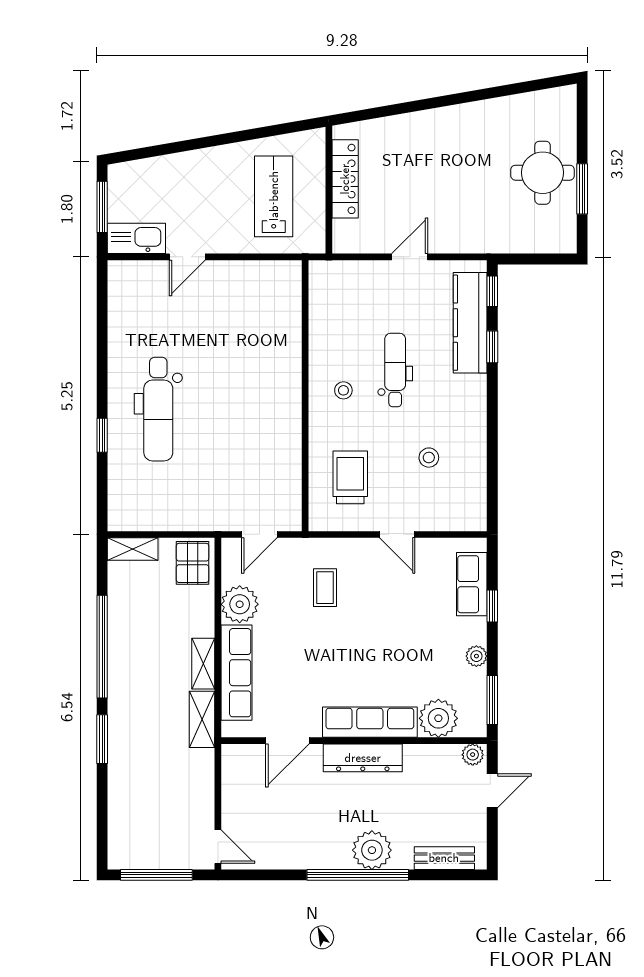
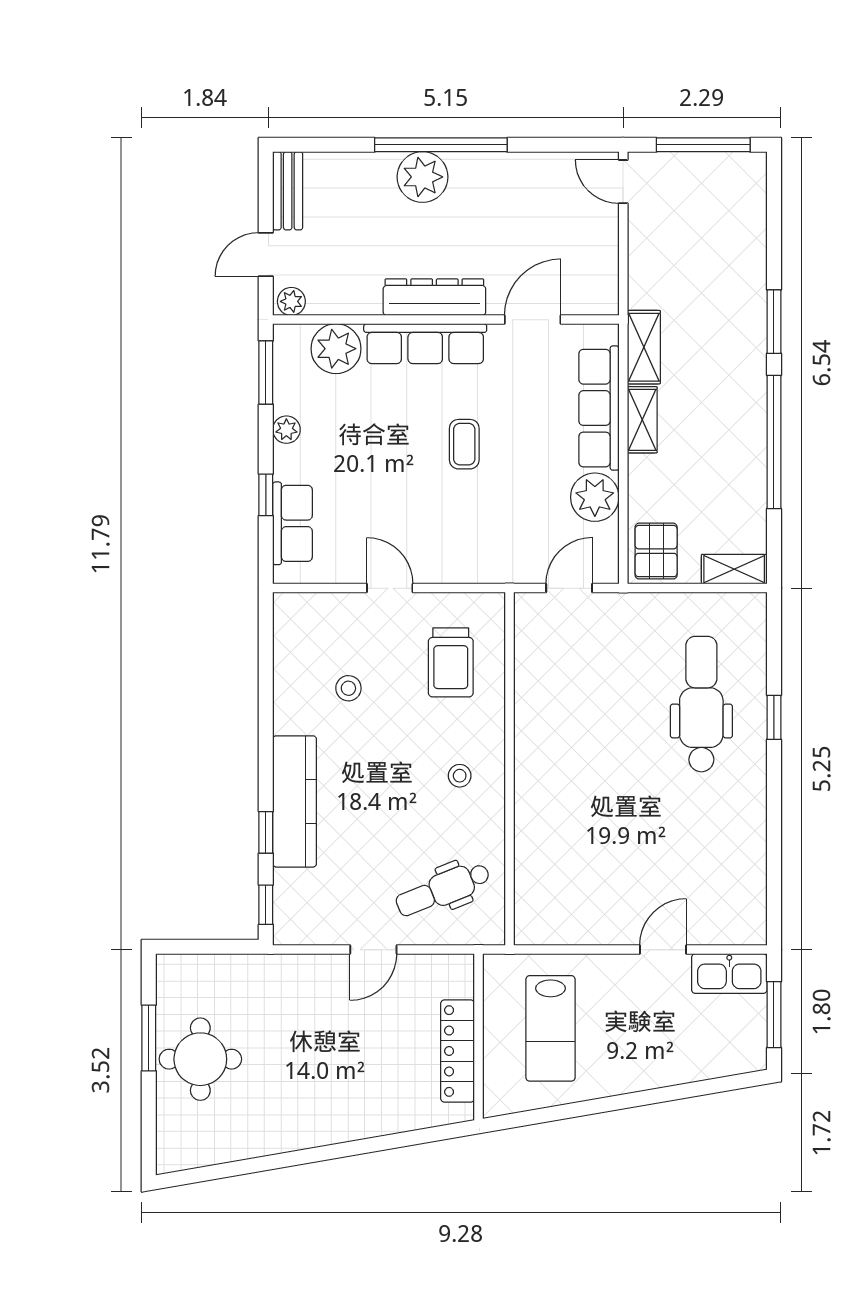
kitchen counter: (470, 323) -> (295, 801), moved
dental chair: (395, 370) -> (443, 889), moved, turned 68
dental chair: (158, 409) -> (701, 704), moved
coffee table: (325, 588) -> (464, 444), moved
bench: (444, 858) -> (288, 191), moved, turned 90

